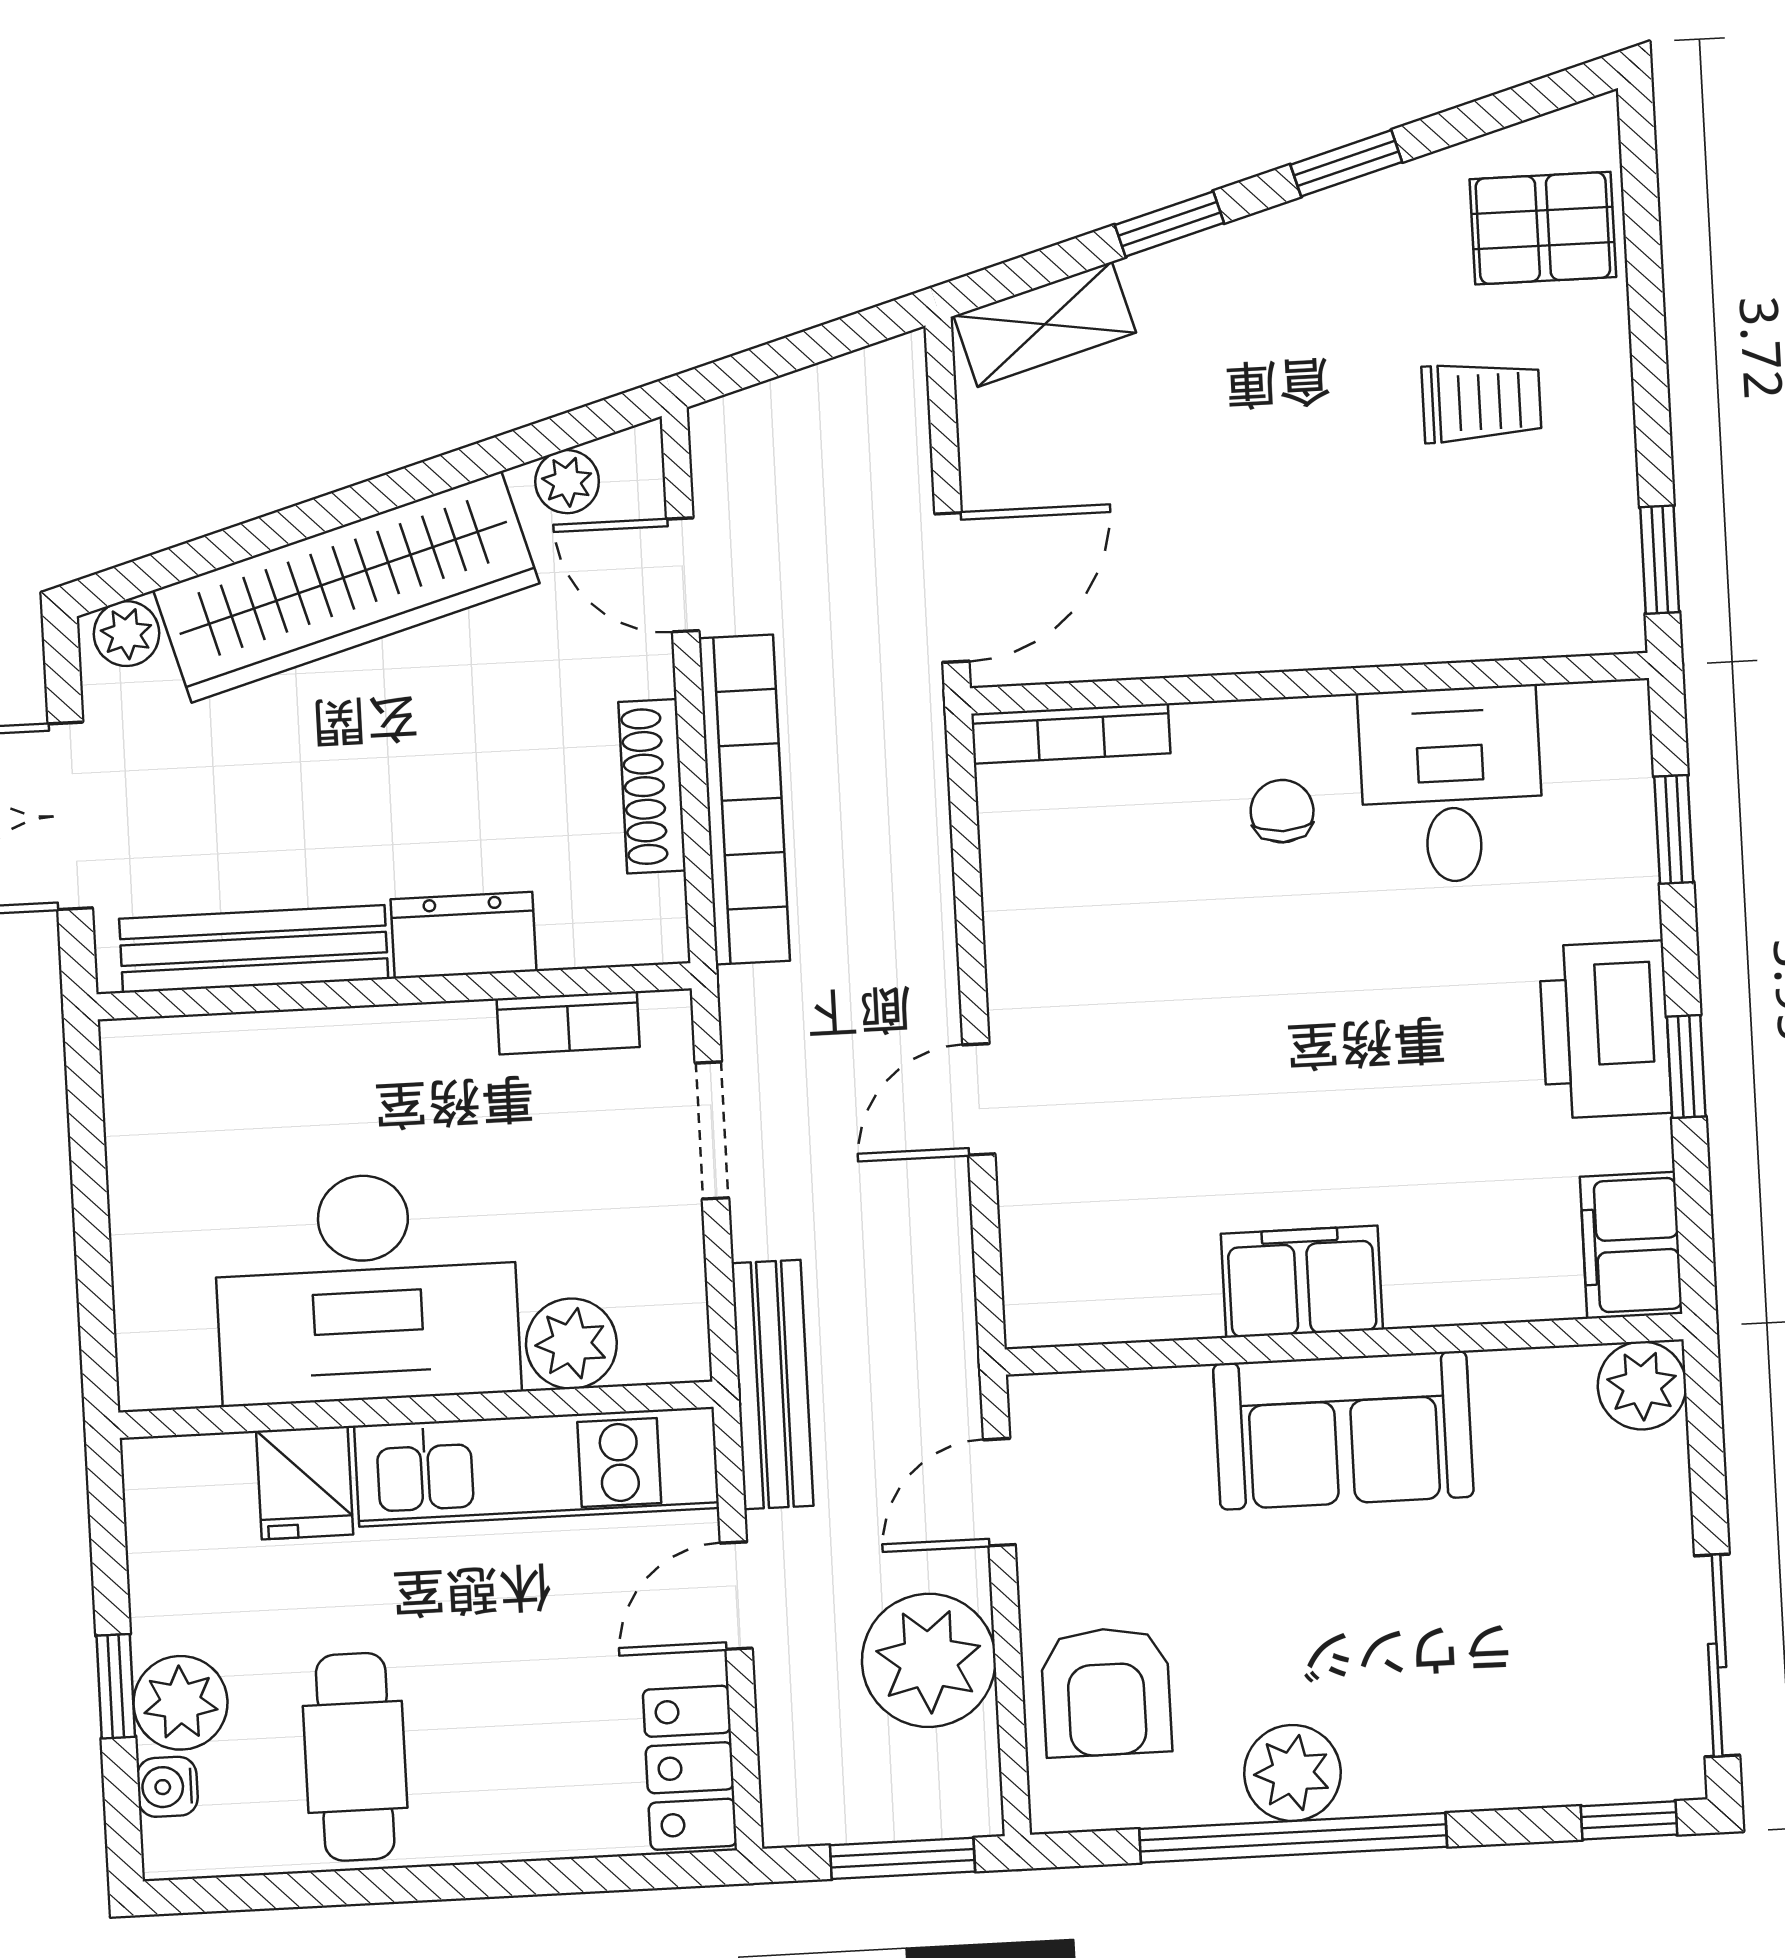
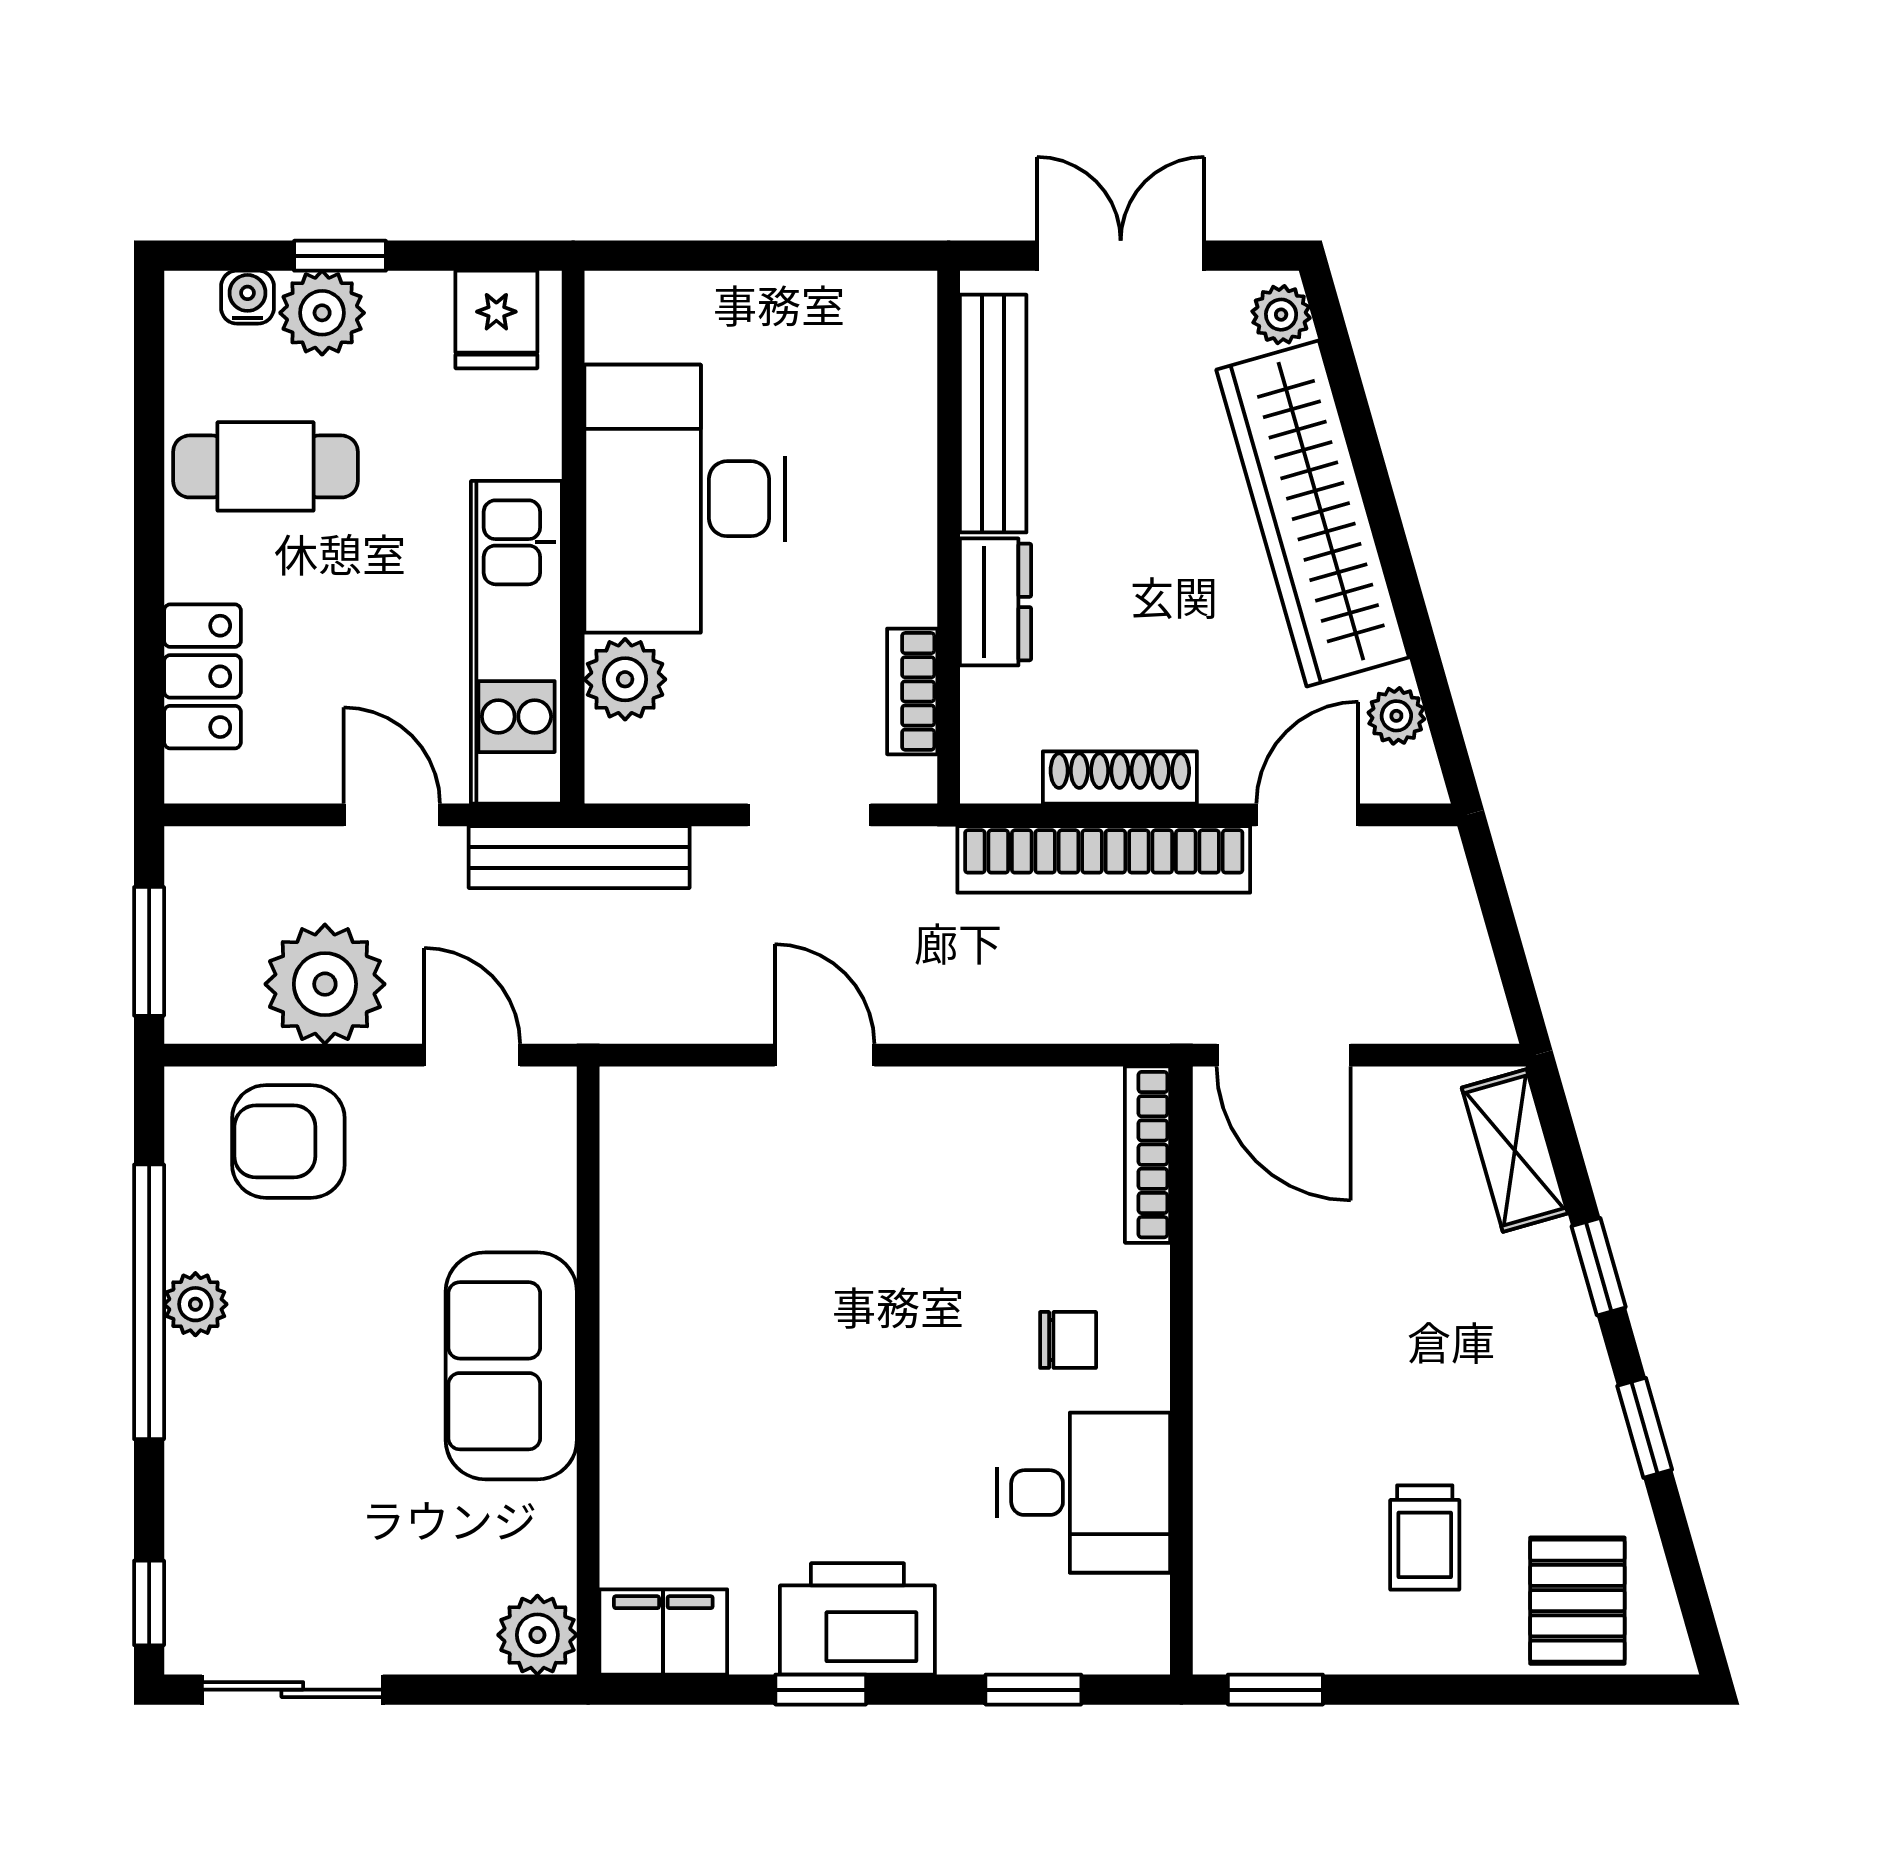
filing cabinet: (1302, 1282) -> (646, 1336), removed
fridge: (305, 1483) -> (496, 319), moved, turned -90
locker: (690, 1768) -> (202, 676), moved, turned 90
plant: (1292, 1773) -> (195, 1304), width x0.73, depth x0.73

